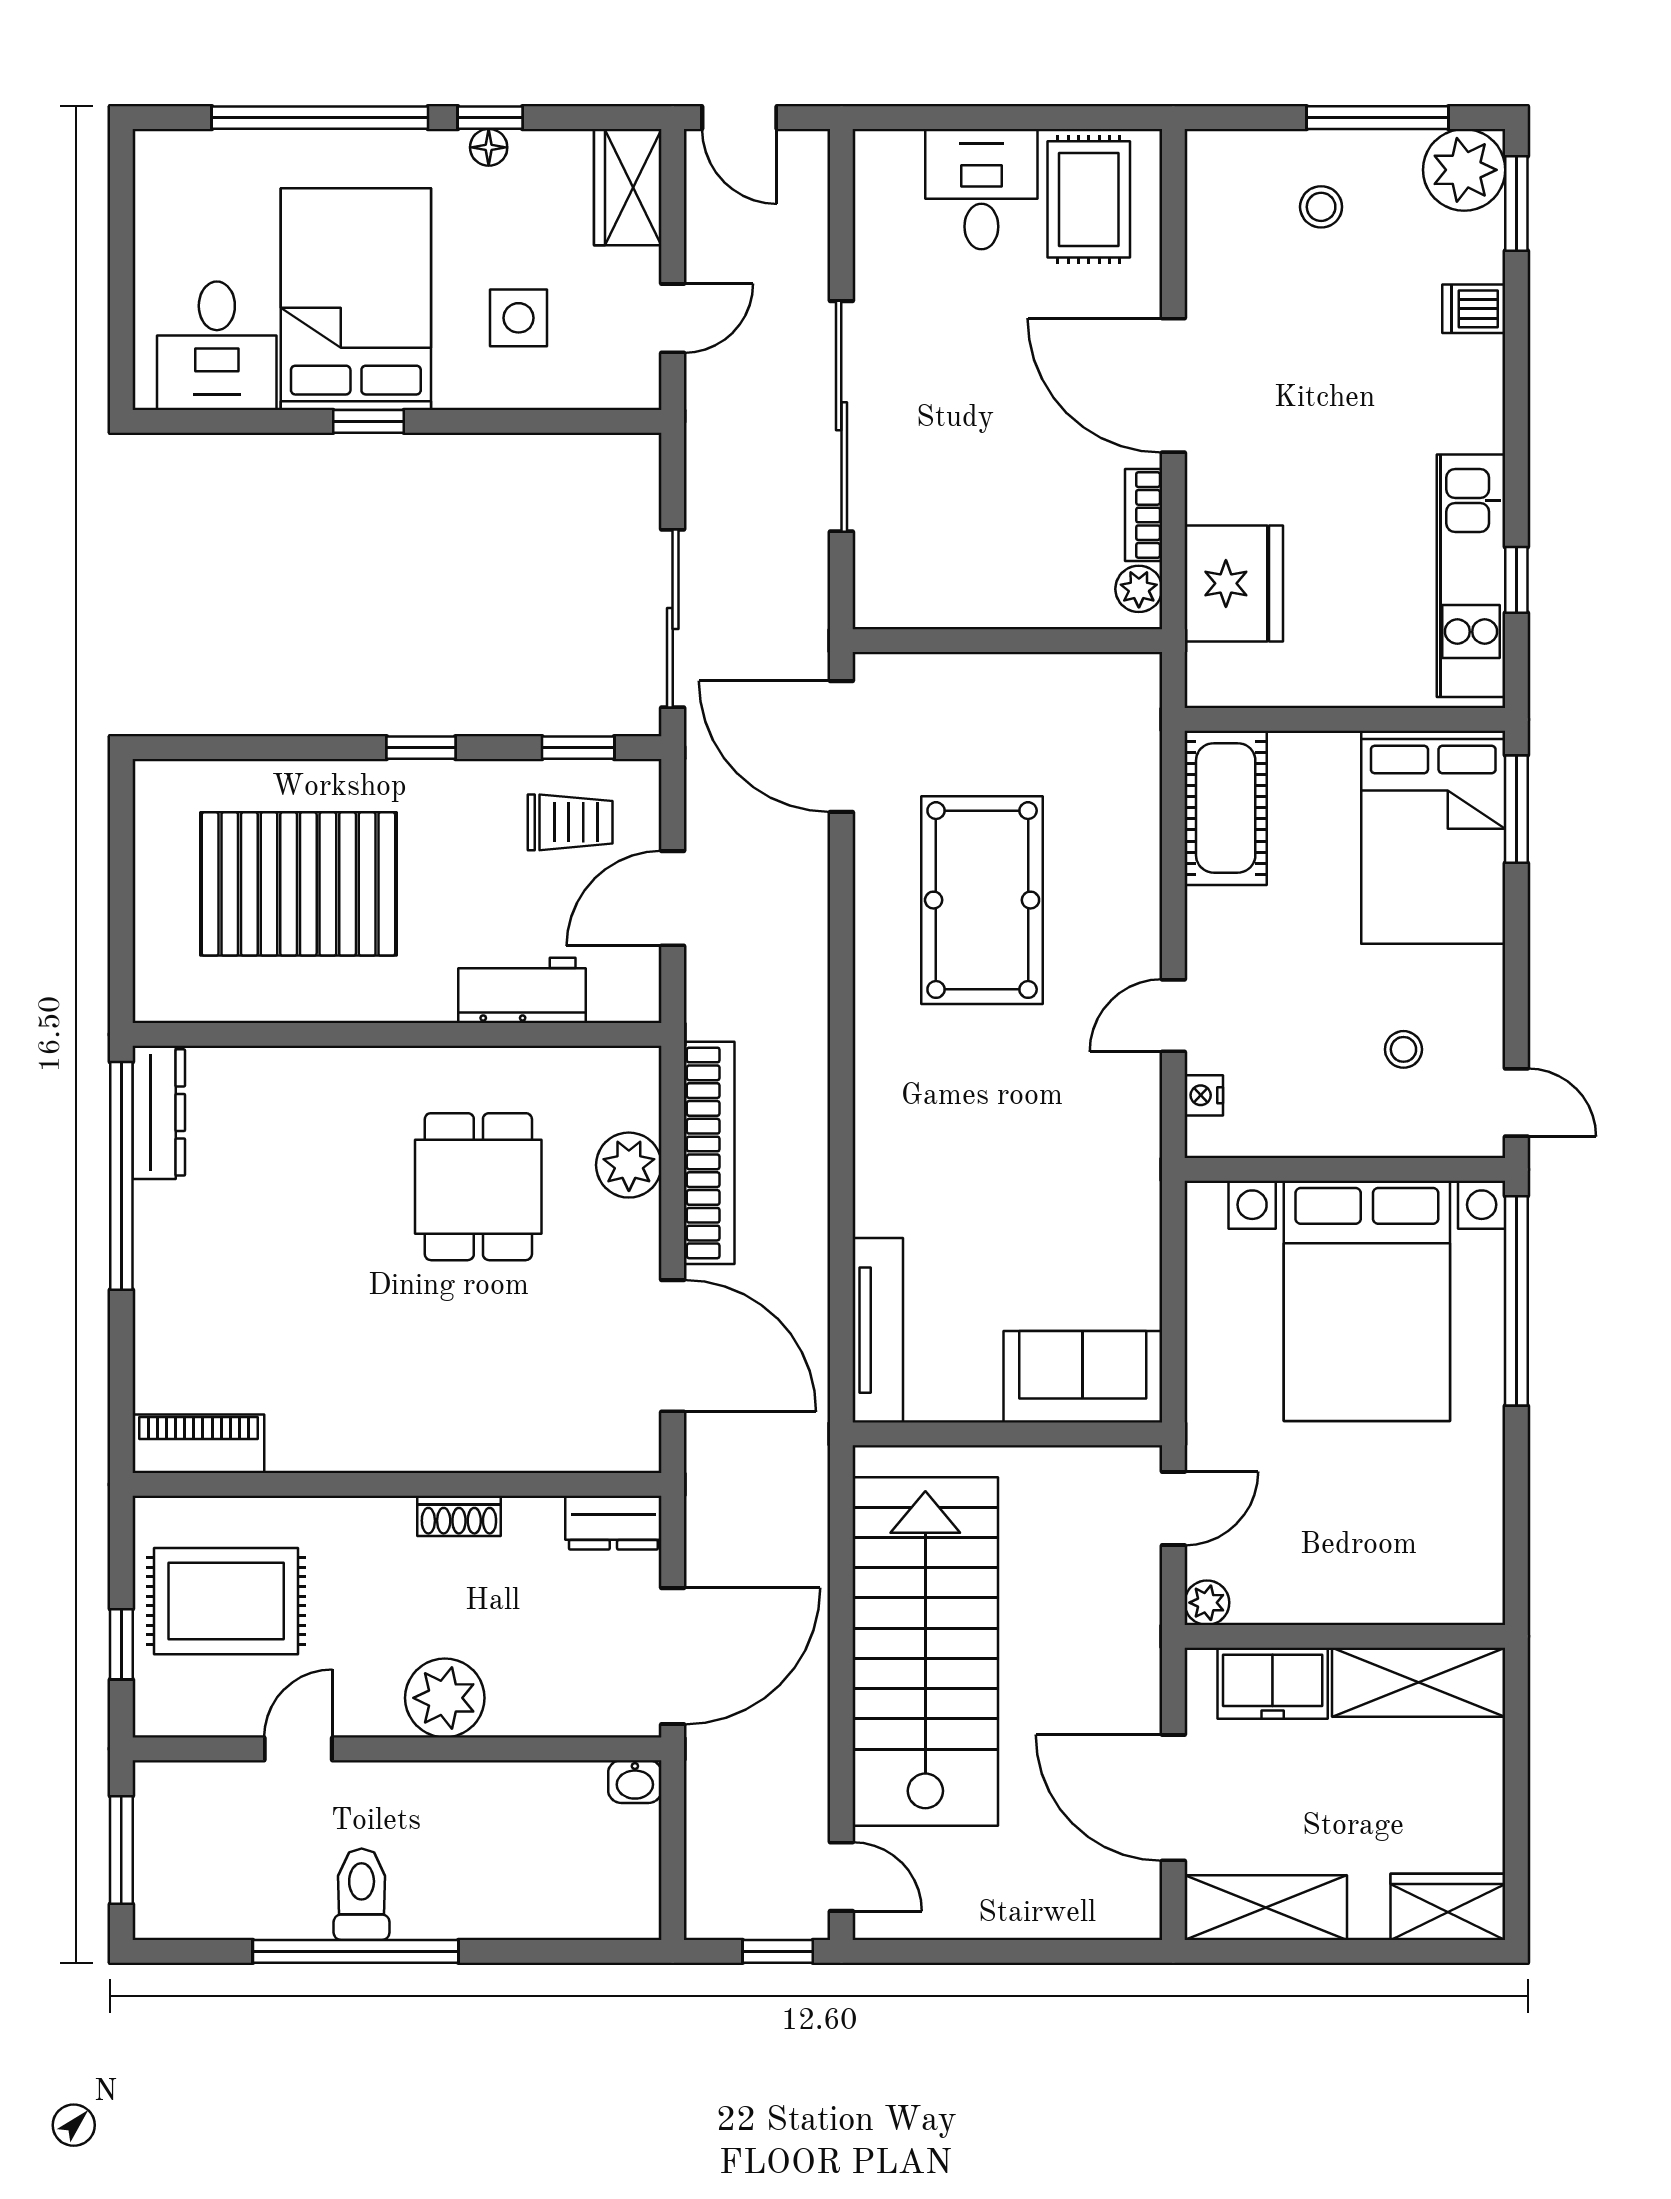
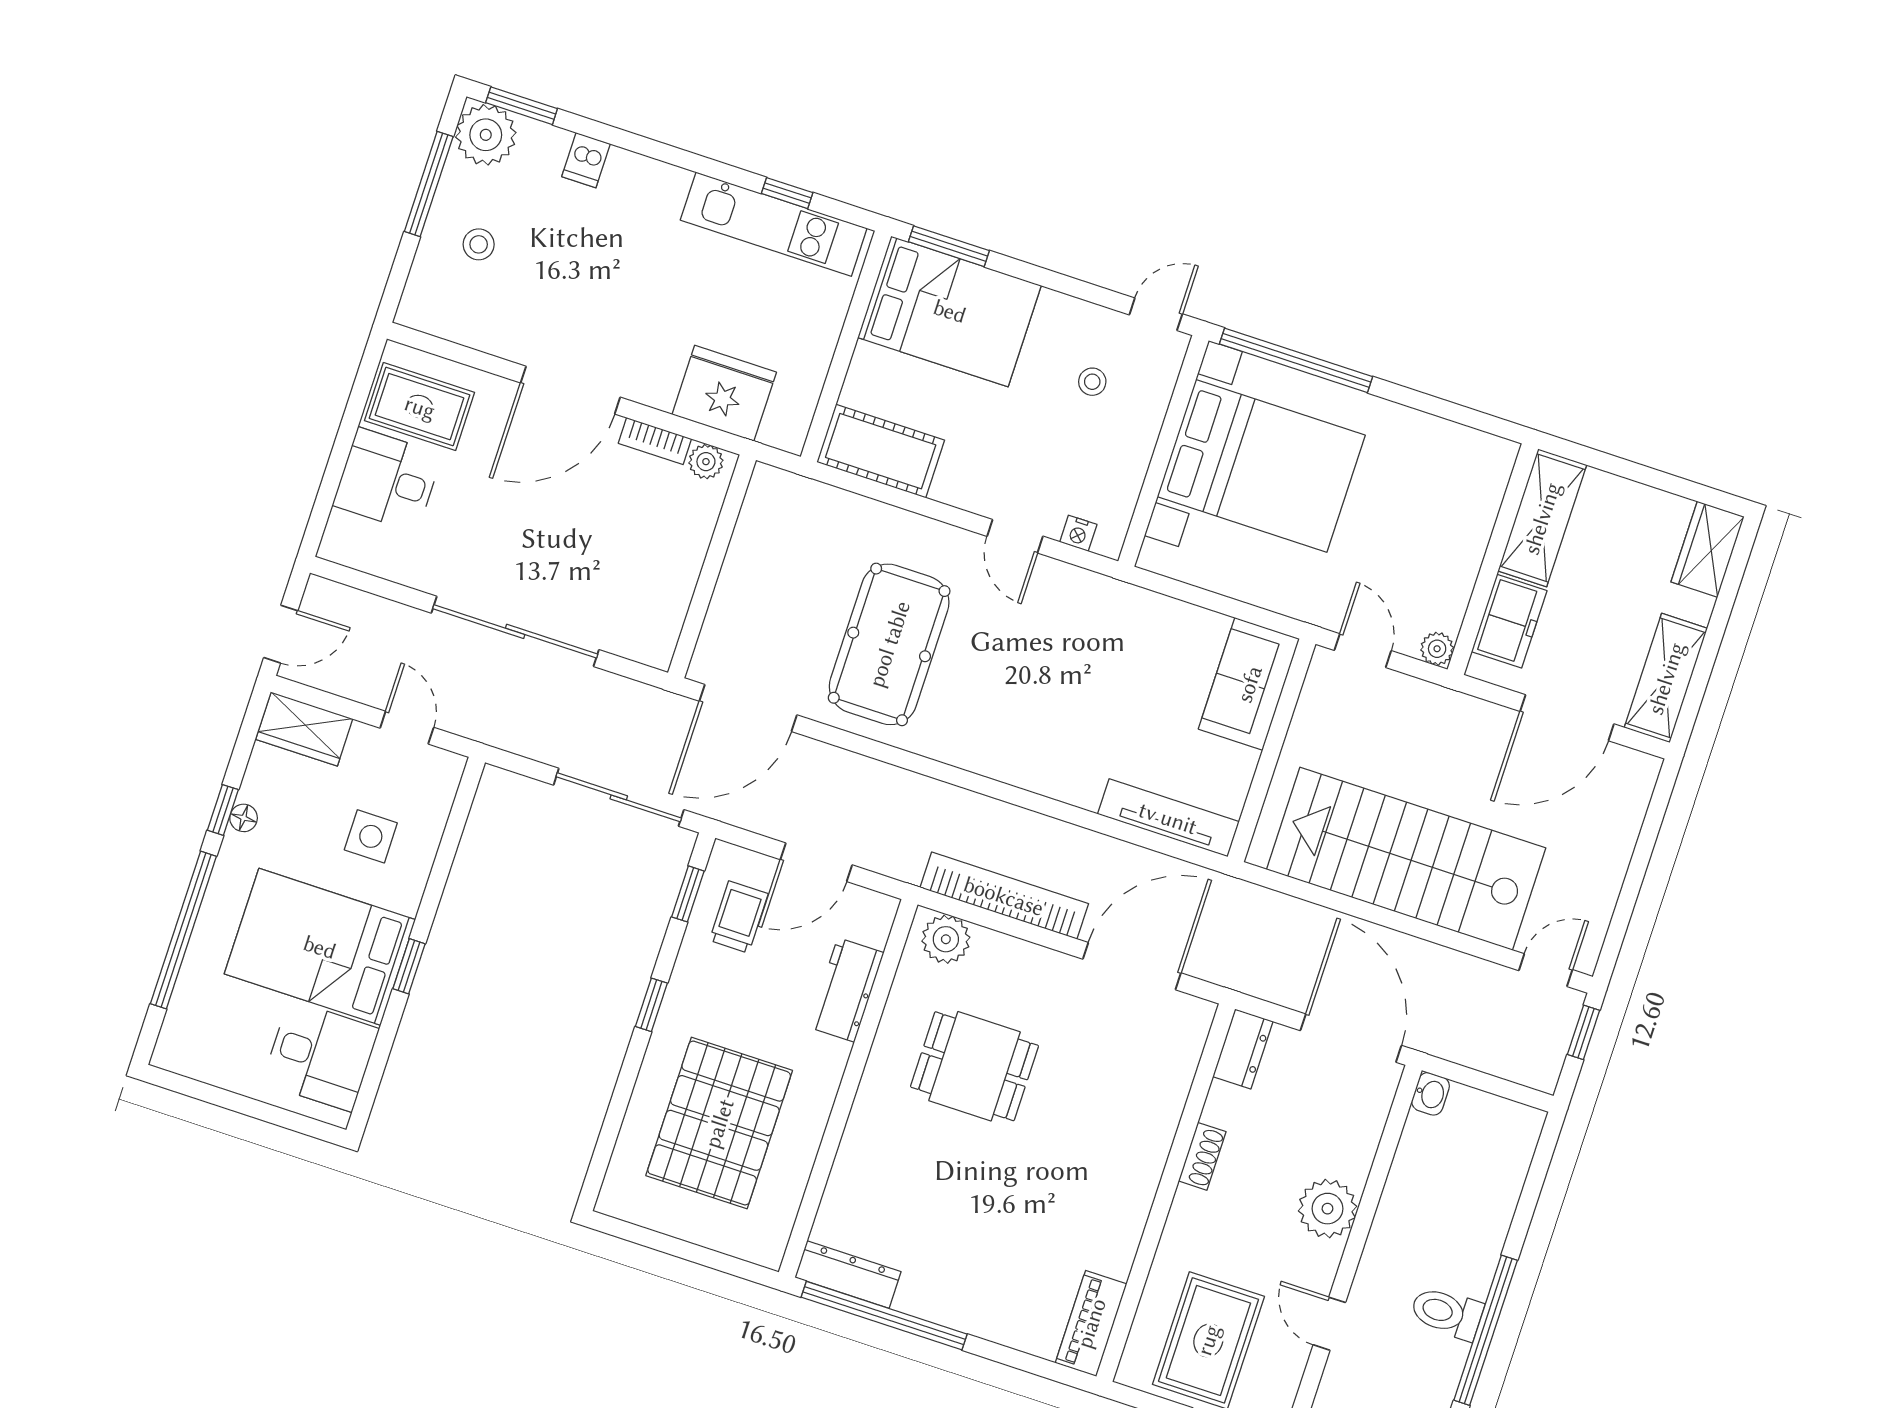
door: (673, 898) -> (816, 862), hinge flipped
pool table: (982, 900) -> (889, 644), turned 90
plant: (629, 1165) -> (946, 939), moved

